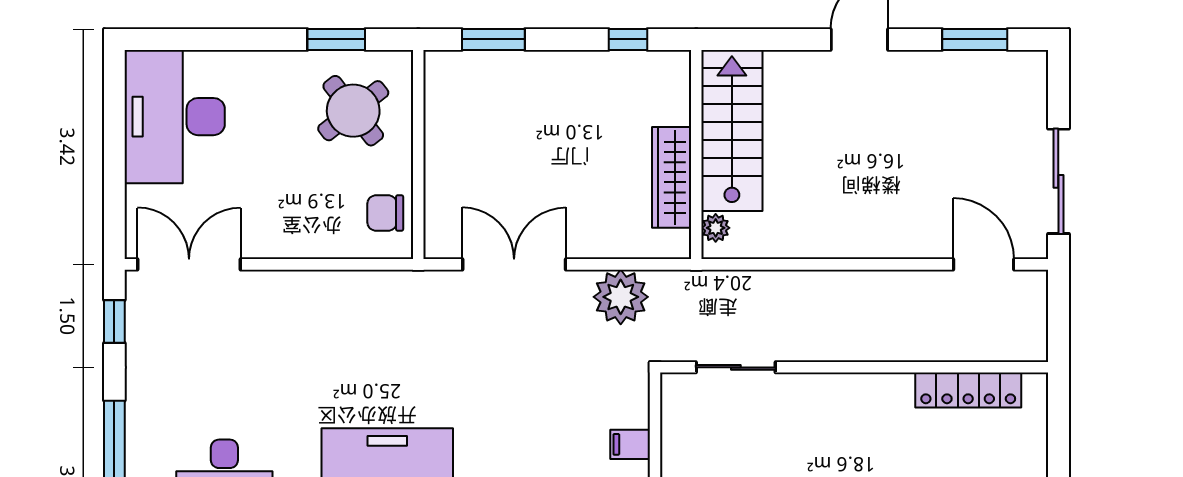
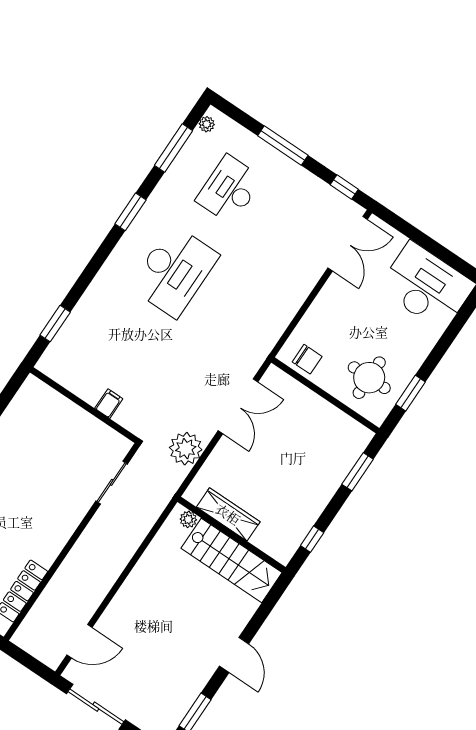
round table: (353, 111) -> (369, 378), turned 38
chair: (385, 213) -> (307, 359), turned 90

